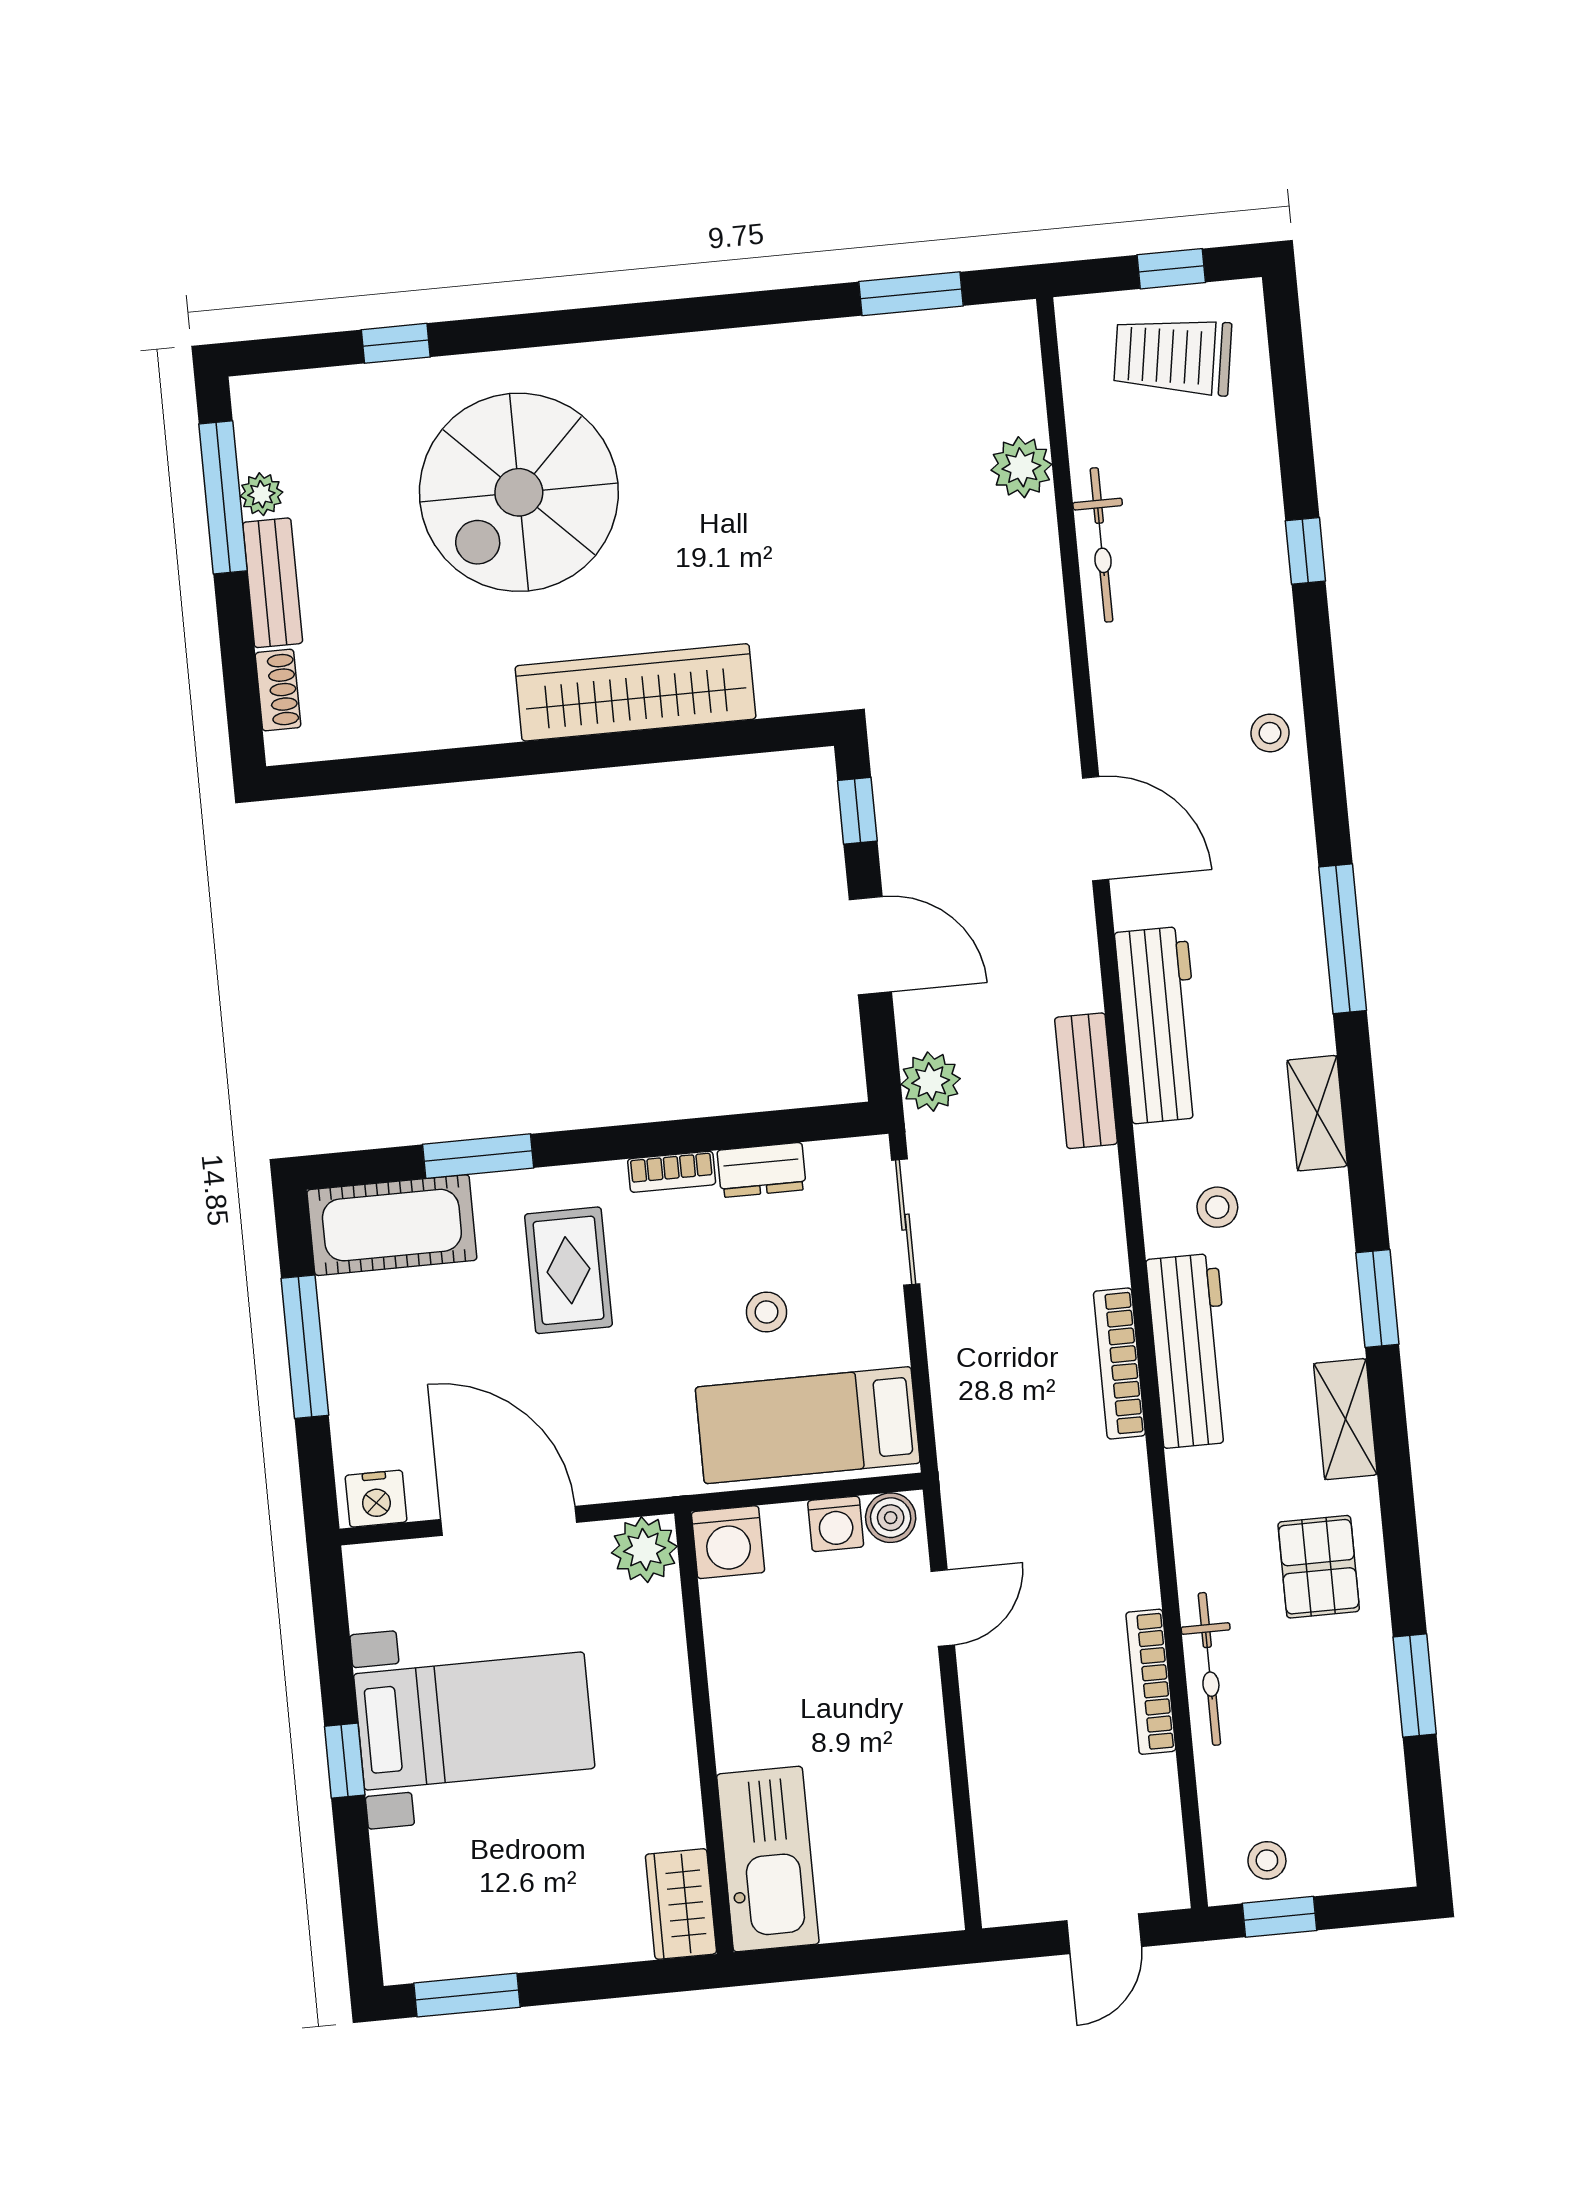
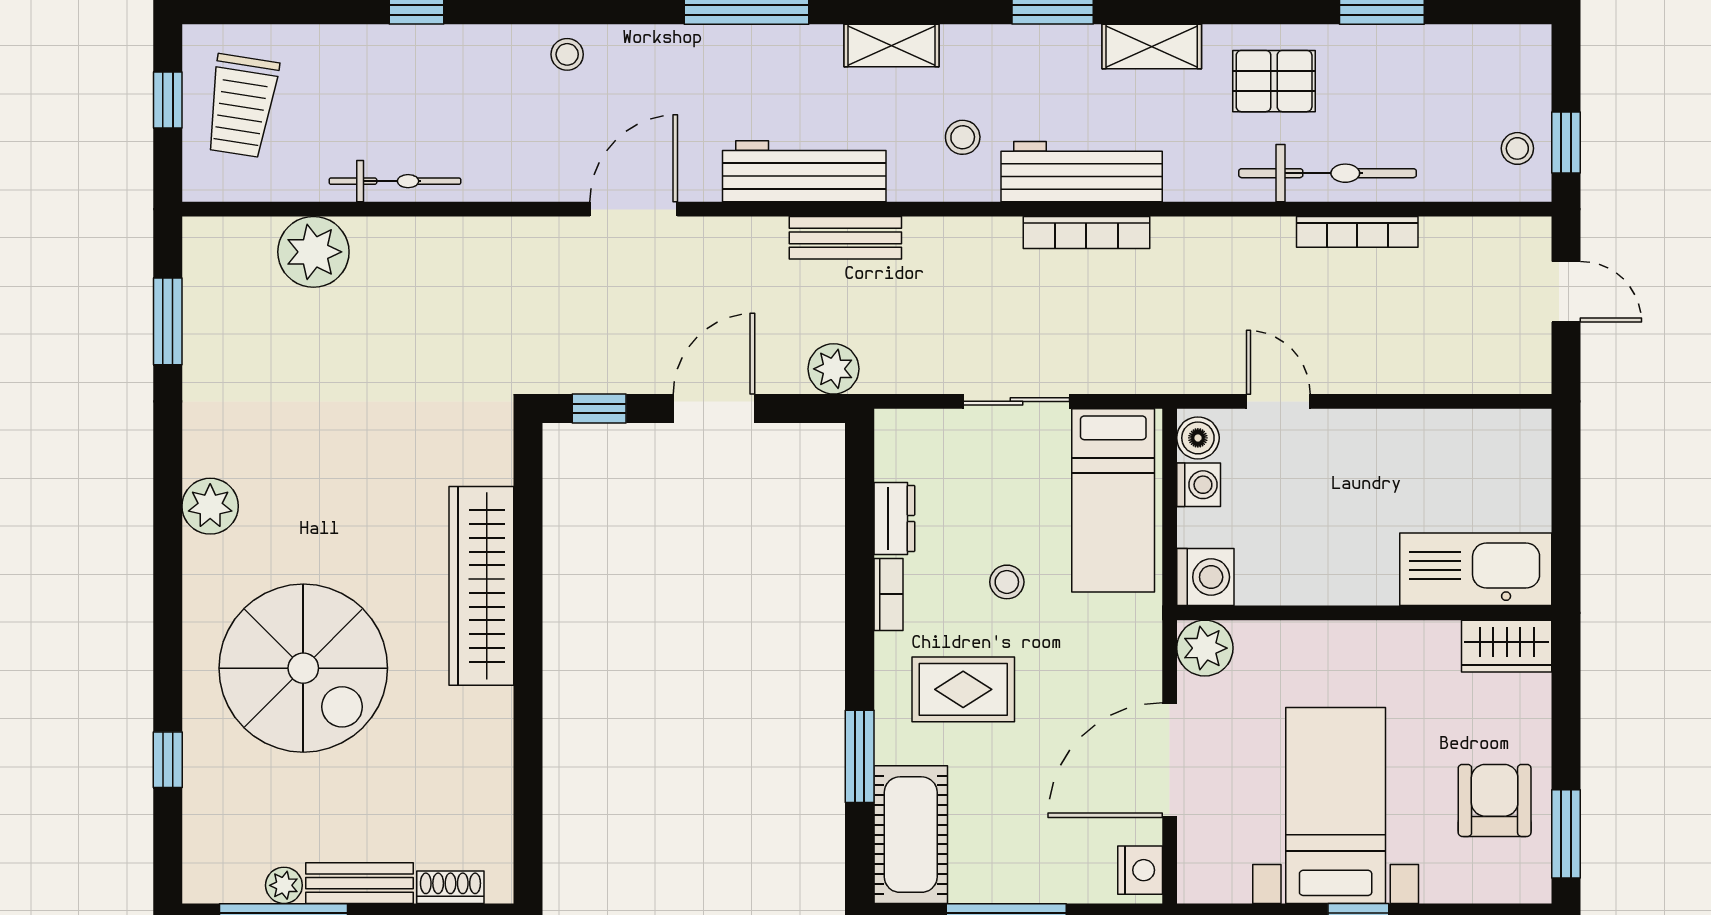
plant: (699, 365) -> (210, 506), added
plant: (1021, 467) -> (313, 252), width x1.36, depth x1.36
sliding door: (906, 1222) -> (1016, 401), moved
stool: (766, 1312) -> (1007, 582), moved
bicycle: (1209, 1669) -> (1328, 173), width x1.37, depth x1.40
armchair: (498, 1907) -> (1495, 800), added

